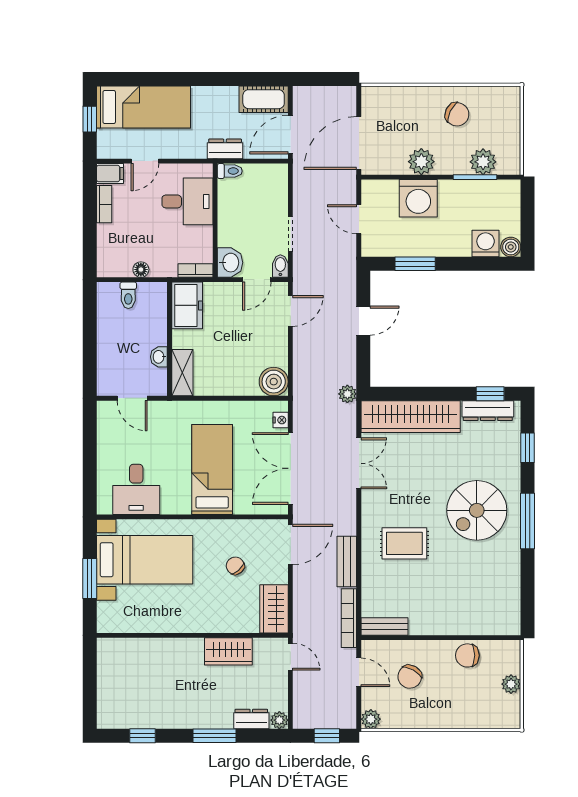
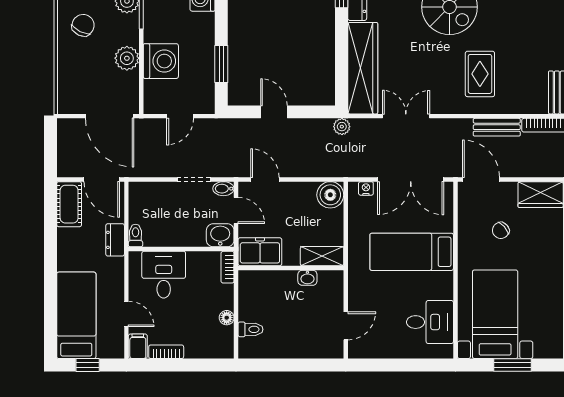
freezer: (187, 305) -> (260, 252), moved
wall: (170, 339) -> (291, 268), moved
washbasin: (159, 357) -> (307, 278), moved
shelving: (182, 373) -> (322, 256), moved

